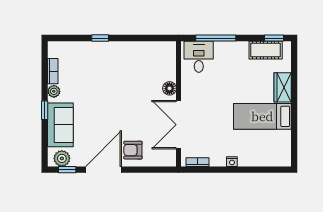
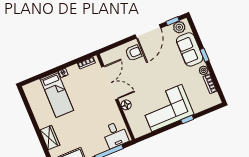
corner sofa: (120, 63) -> (167, 108), added
bed: (262, 116) -> (57, 95), moved, turned 90

